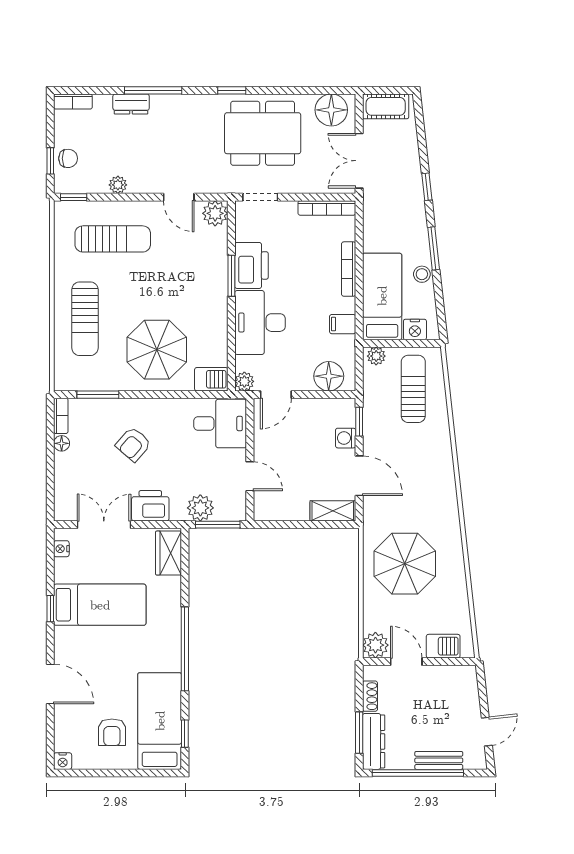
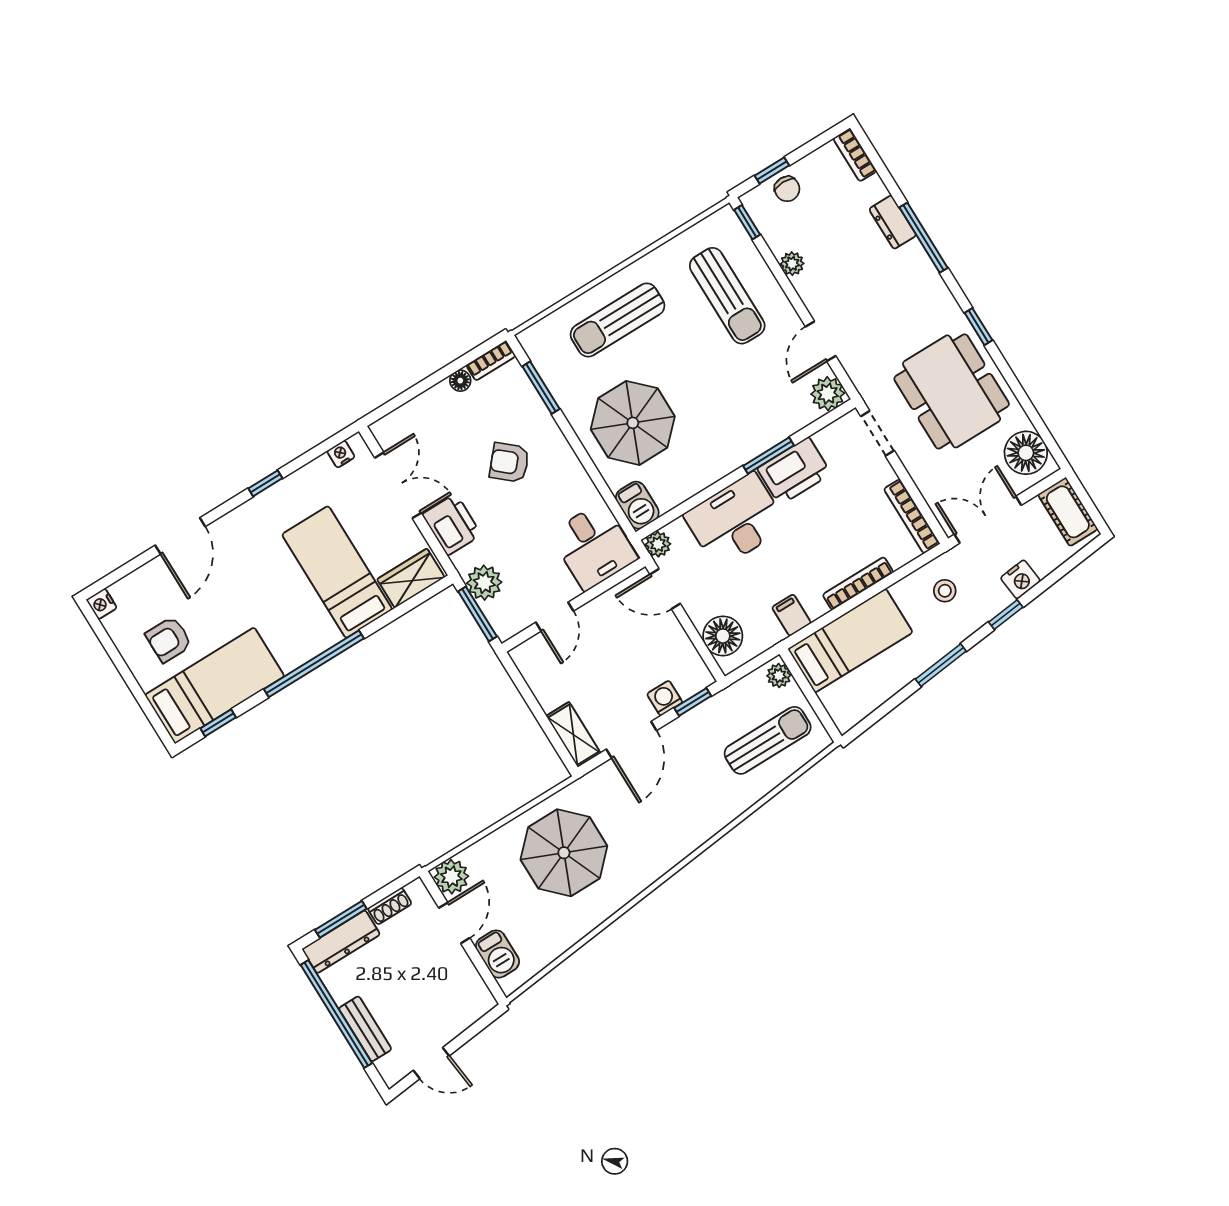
stool: (422, 274) -> (945, 591), moved
nightstand: (415, 329) -> (1020, 579), moved, turned -96
bed: (100, 605) -> (337, 572), moved, turned 180

